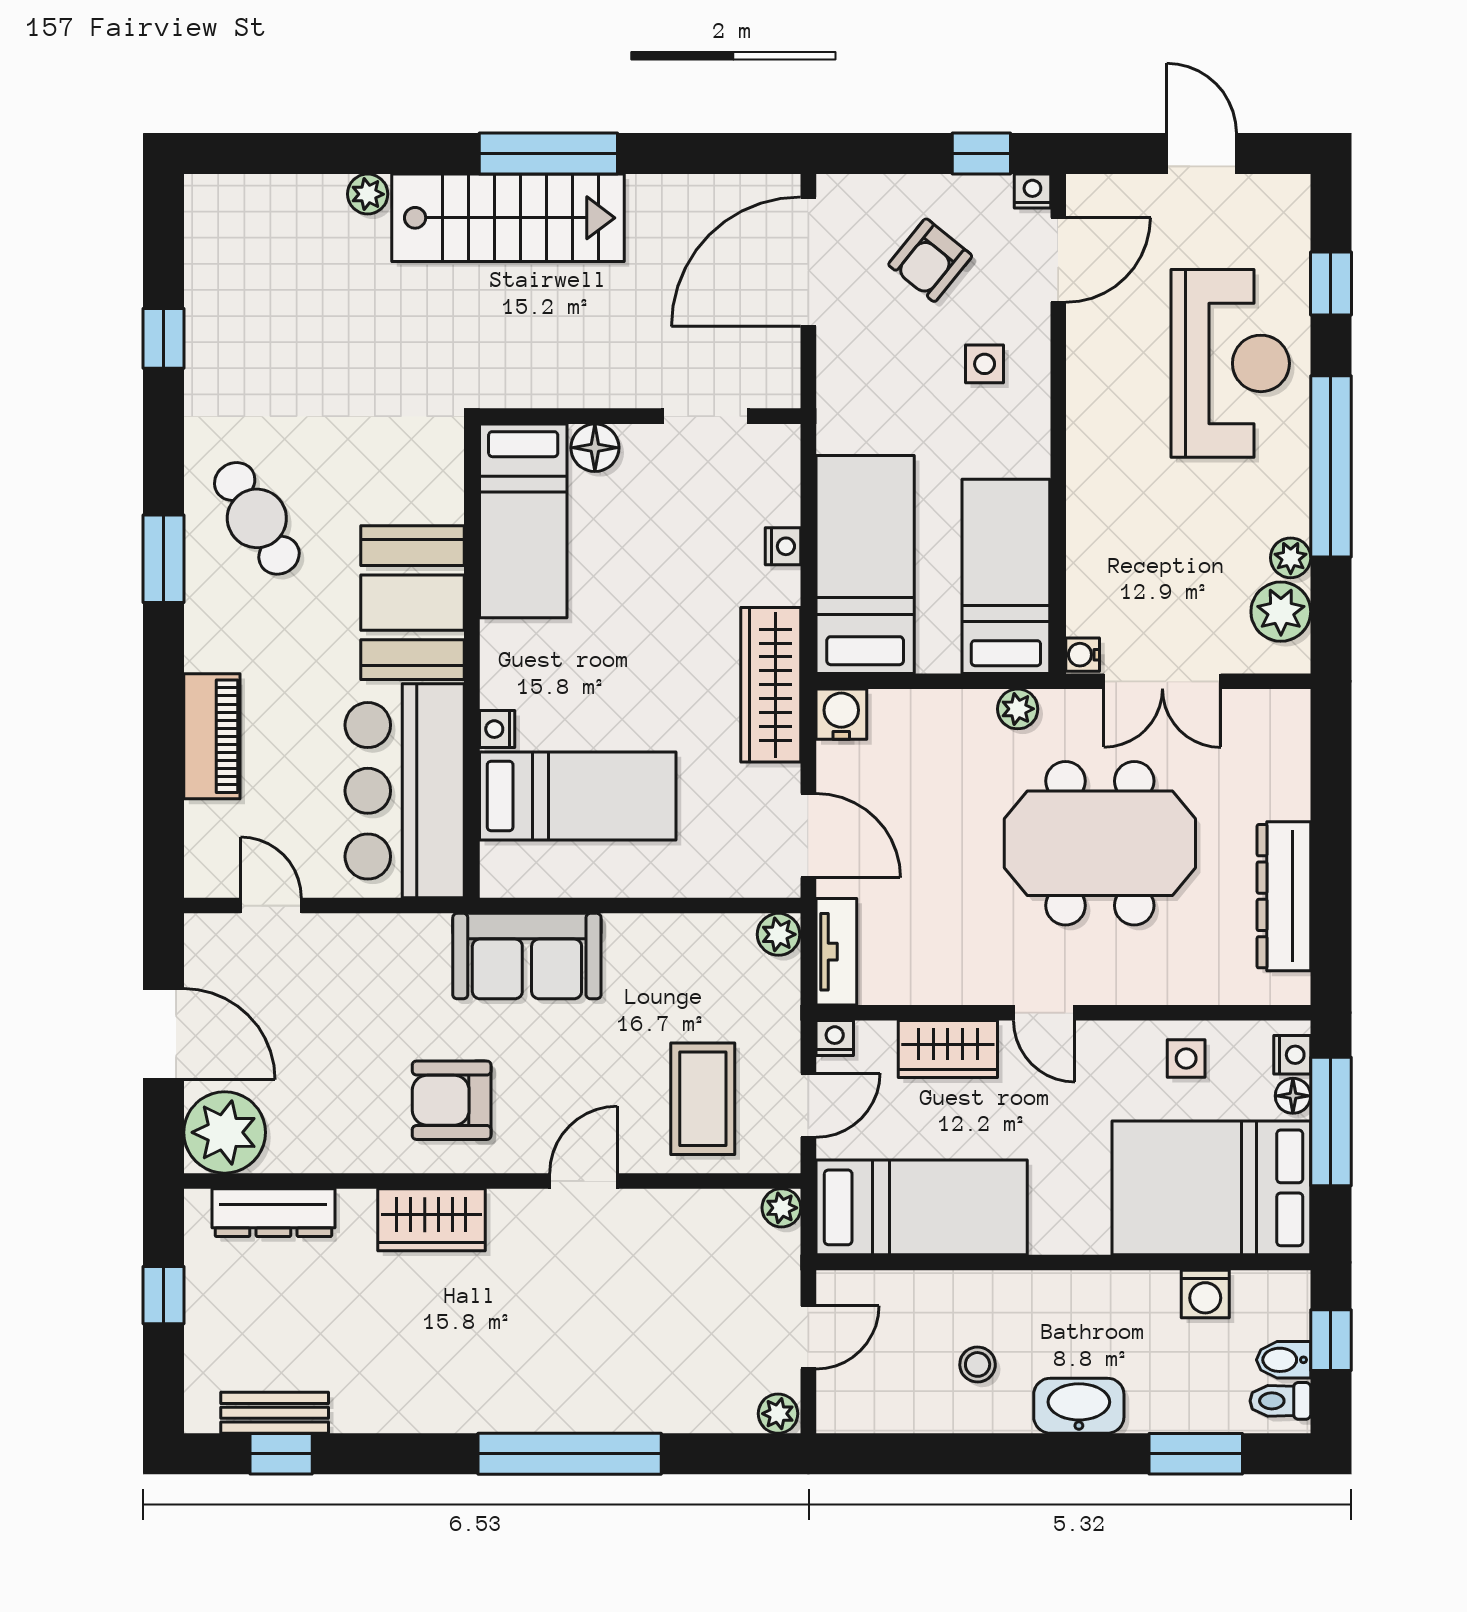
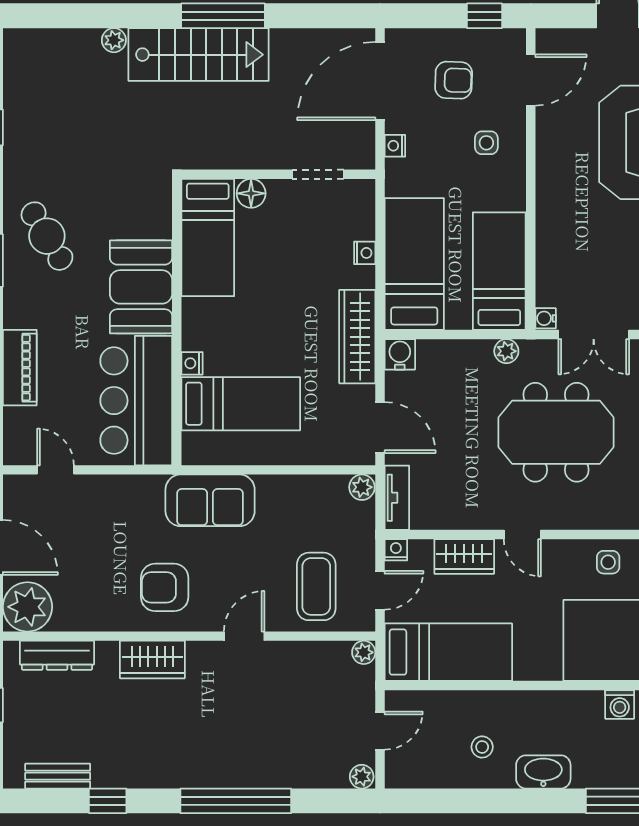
nightstand: (1032, 191) -> (395, 146), moved, turned -90
armchair: (930, 260) -> (454, 80), turned -127
window: (281, 1454) -> (108, 801), moved

